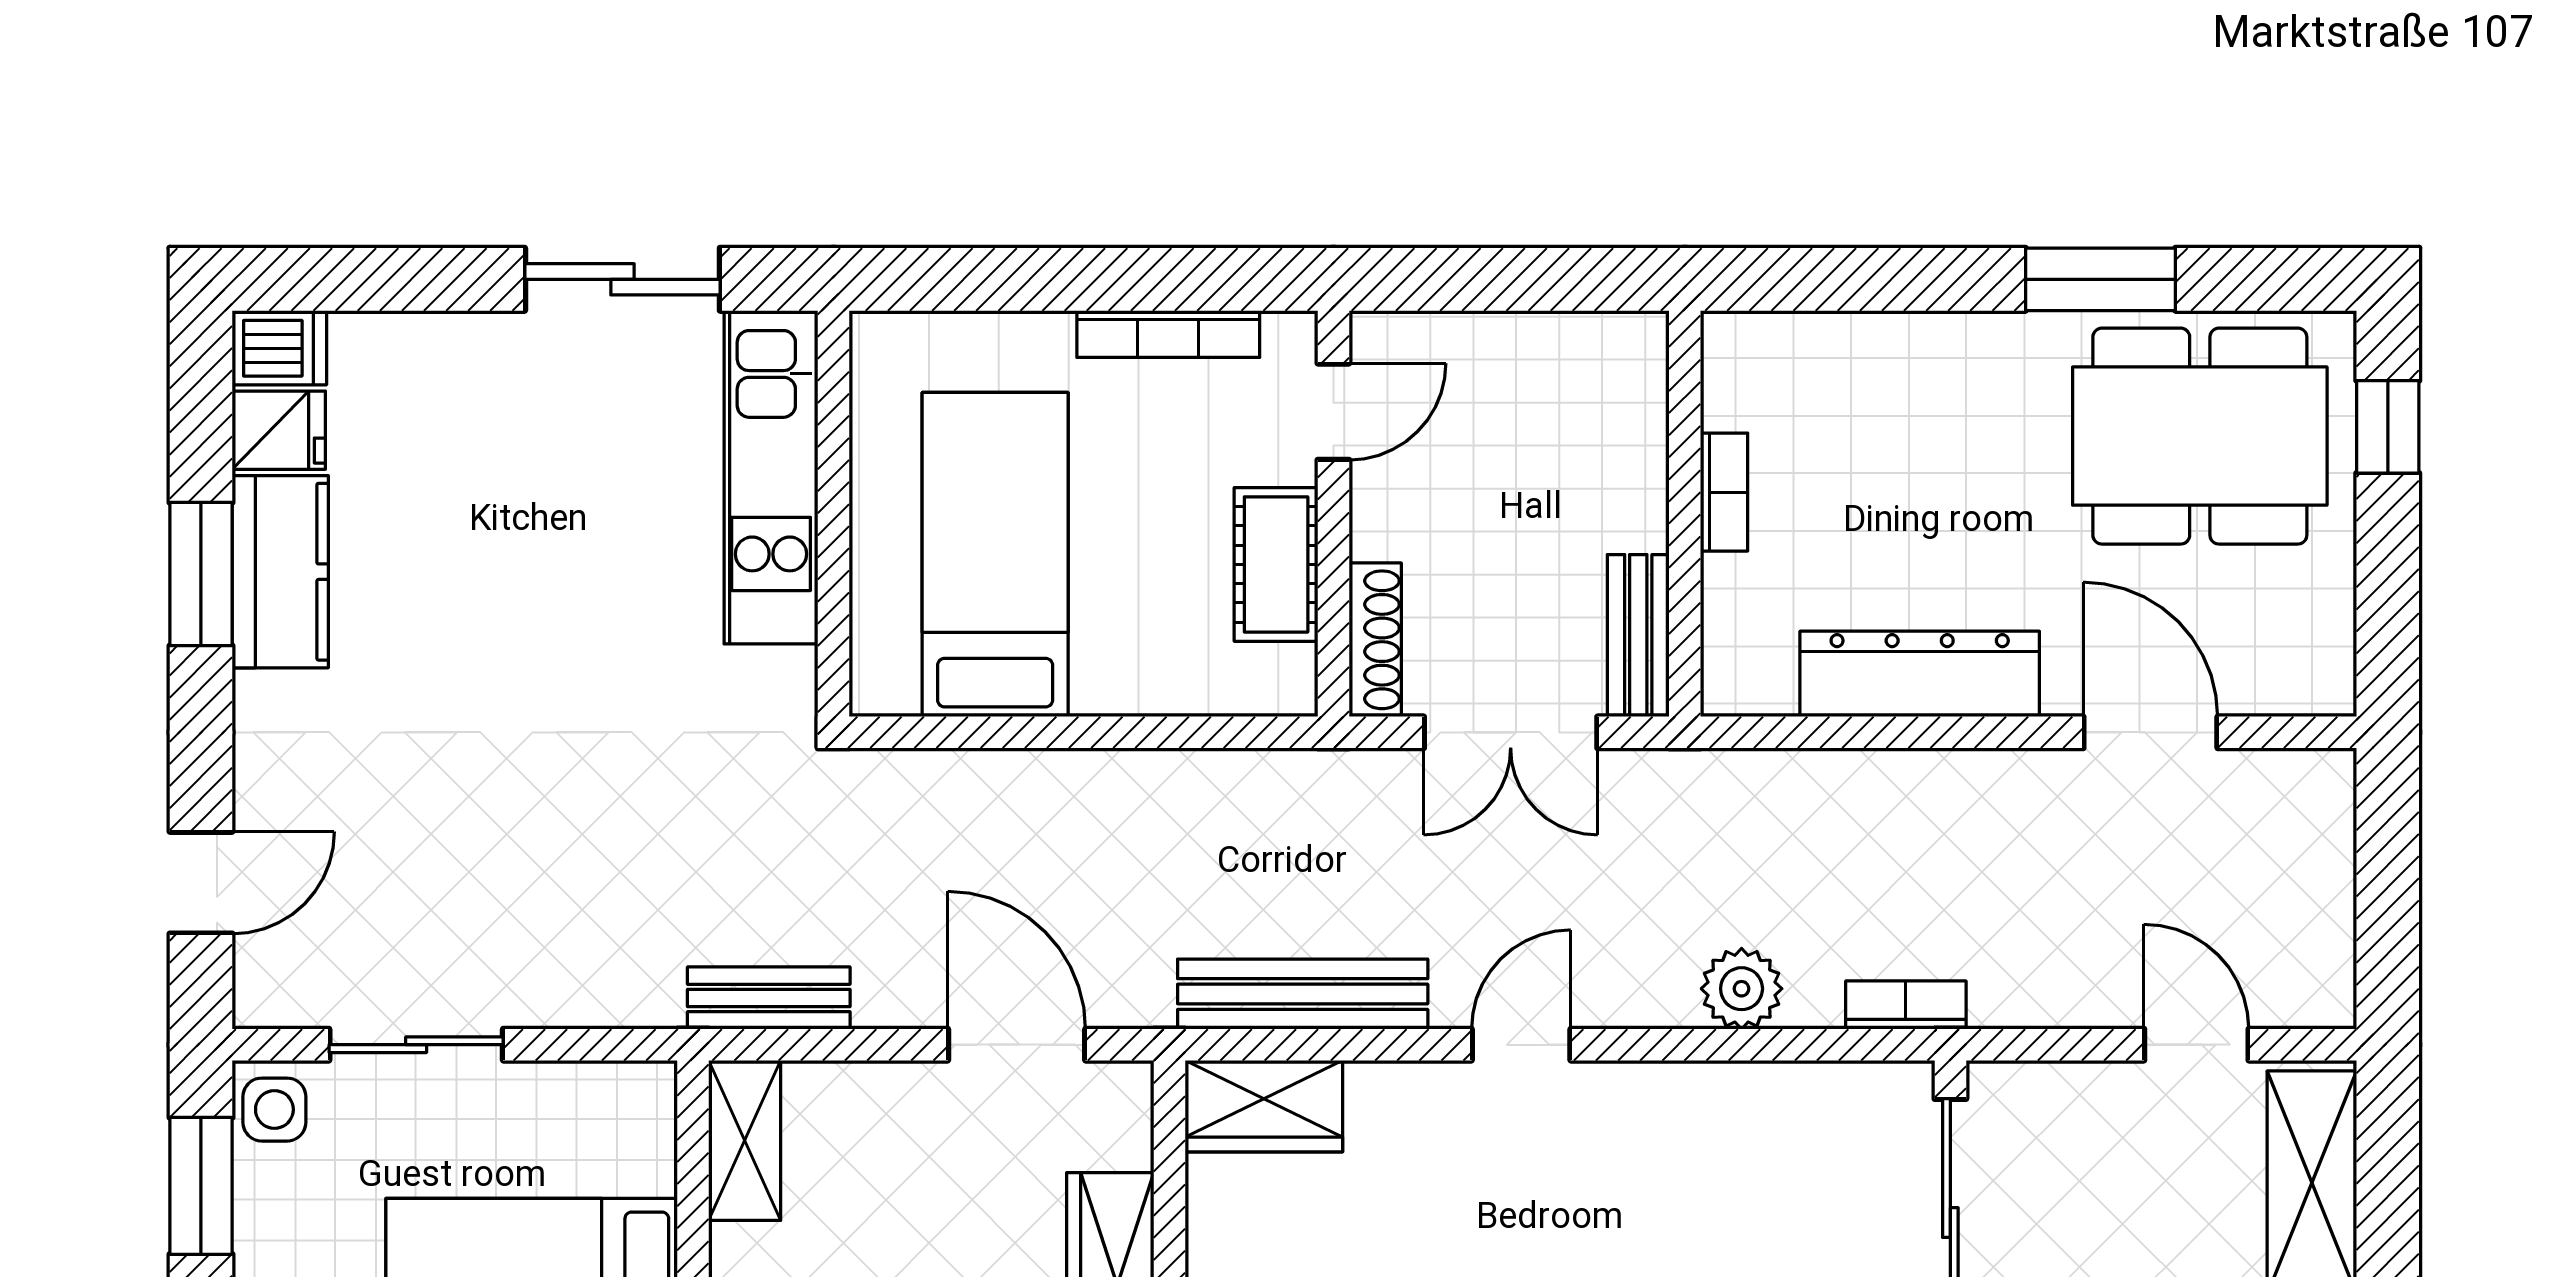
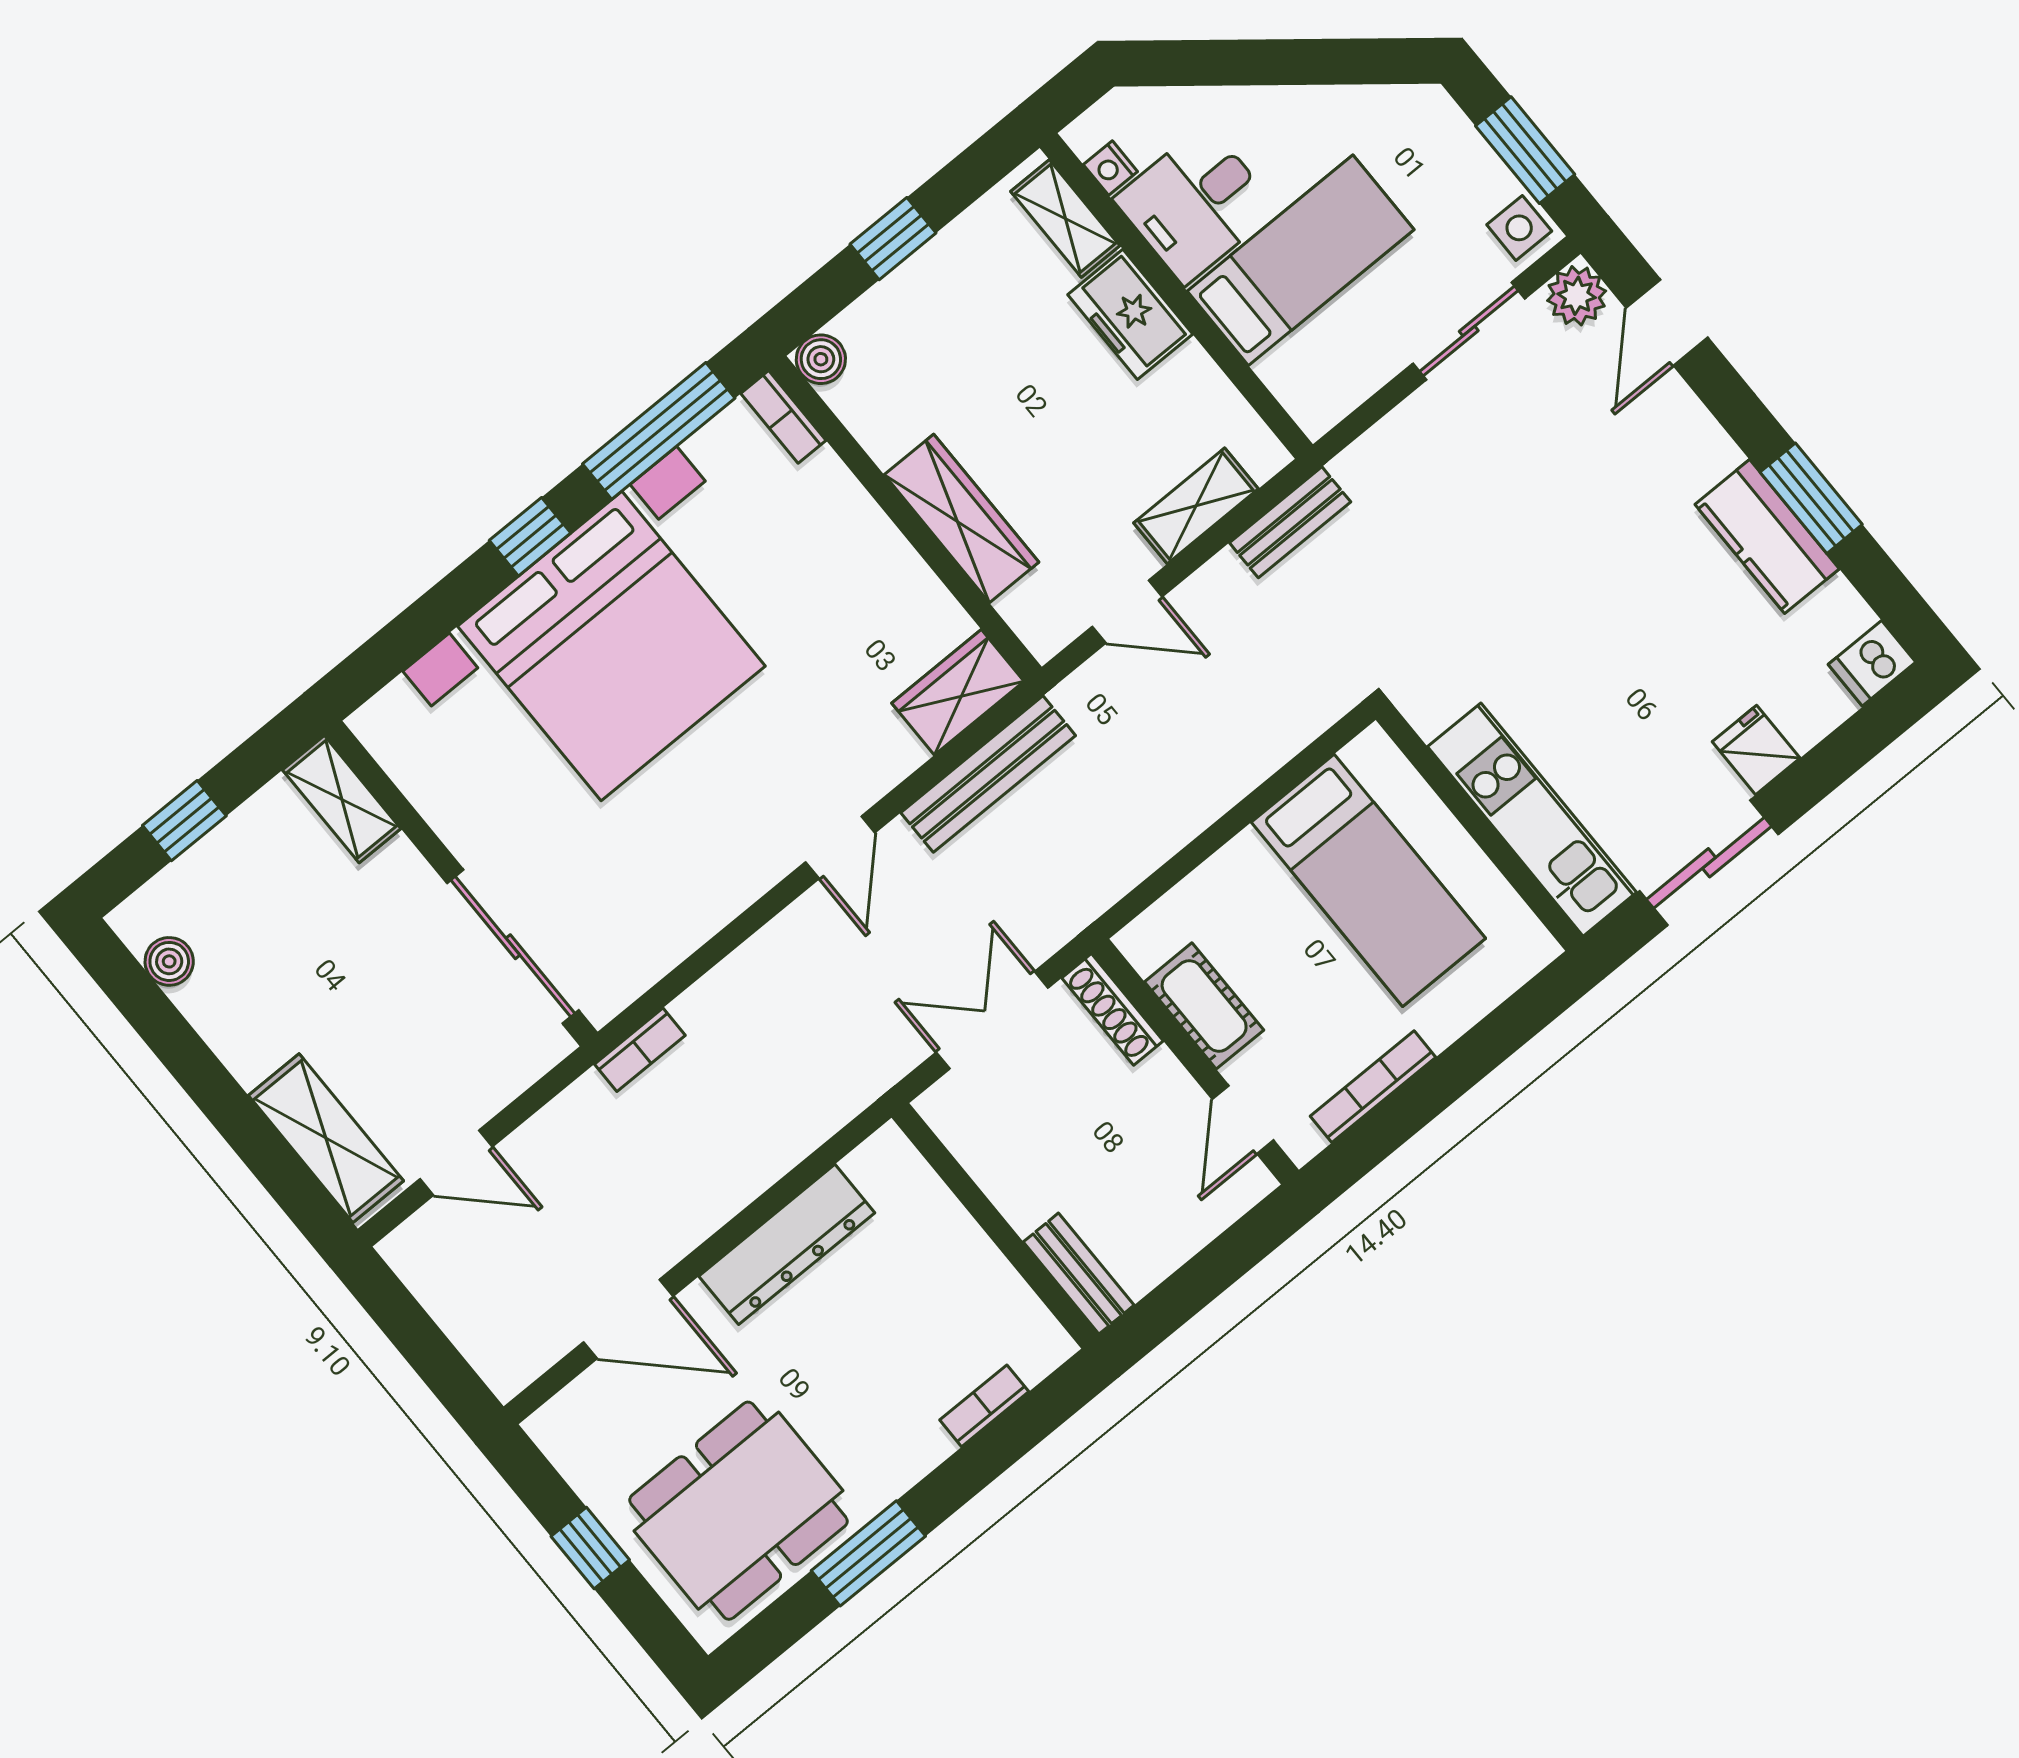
window: (2388, 427) -> (590, 1548), moved
fridge: (279, 430) -> (1756, 750), moved, turned 90
bookcase: (1724, 492) -> (984, 1406), moved, turned 90
bench: (1638, 636) -> (1079, 1274), moved
plant: (1742, 989) -> (1577, 296), moved
door: (1017, 1045) -> (1127, 612), width x0.73
shelving: (745, 1140) -> (1196, 506), moved, turned 90

